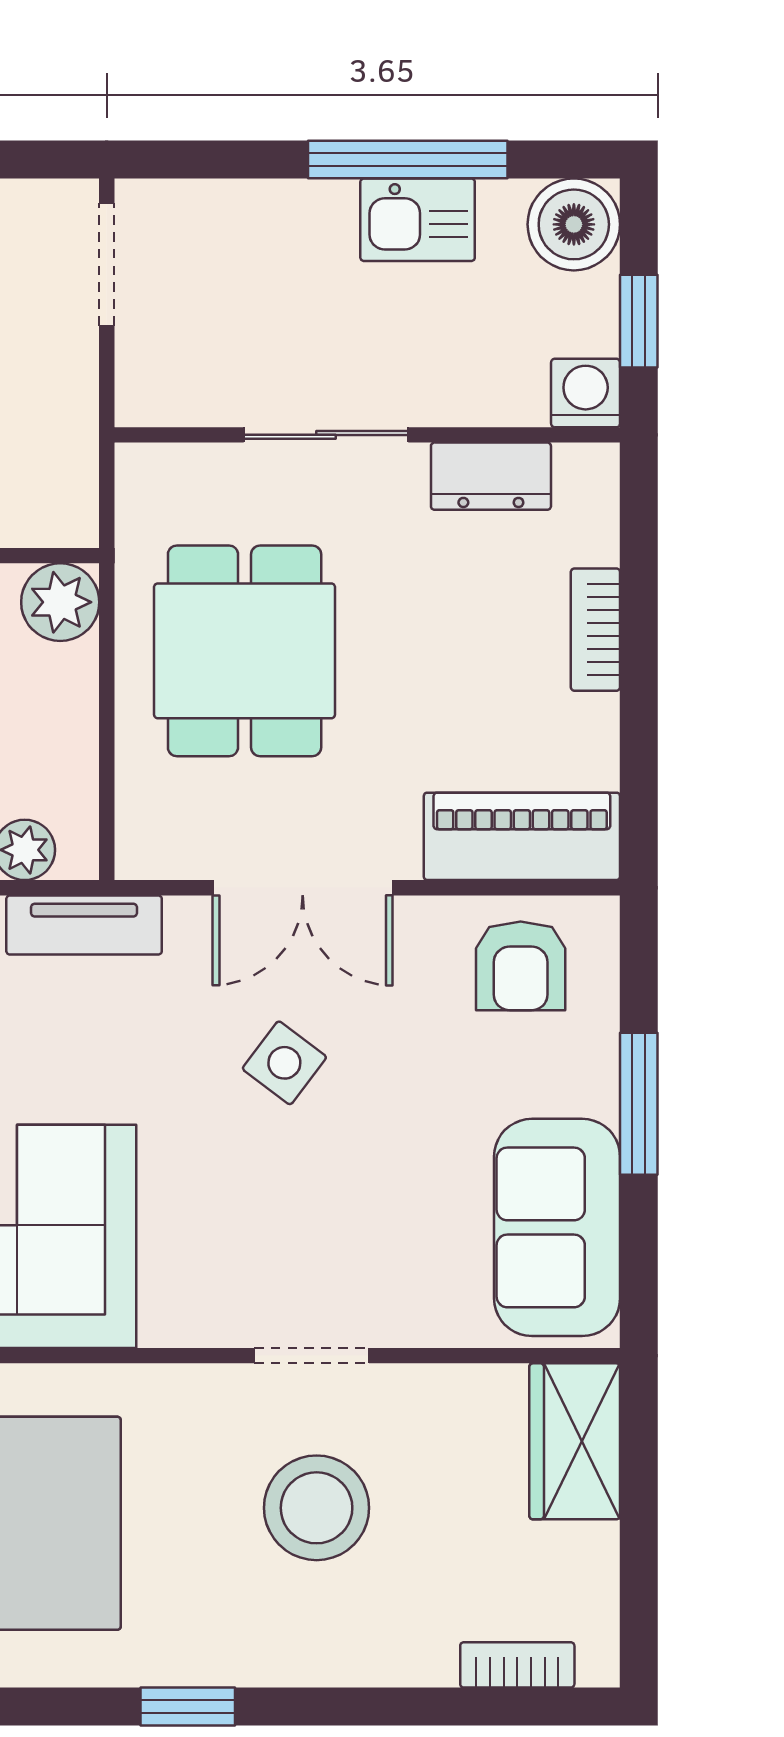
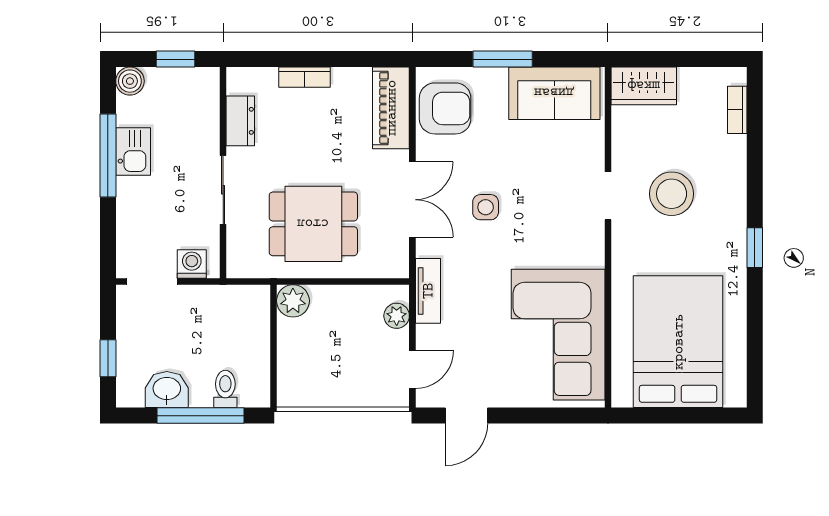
boiler: (574, 224) -> (130, 81), width x0.73, depth x0.73
washing machine: (586, 393) -> (192, 264), moved, turned 90
armchair: (521, 966) -> (445, 108), width x1.38, depth x1.38
side table: (284, 1063) -> (486, 207), turned -37

